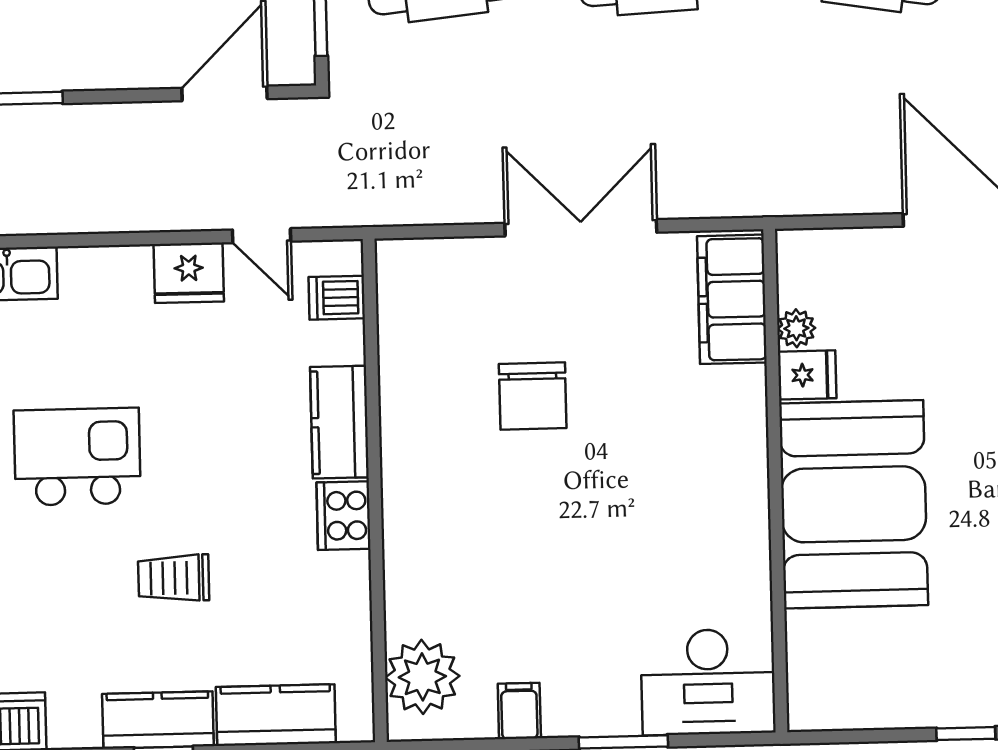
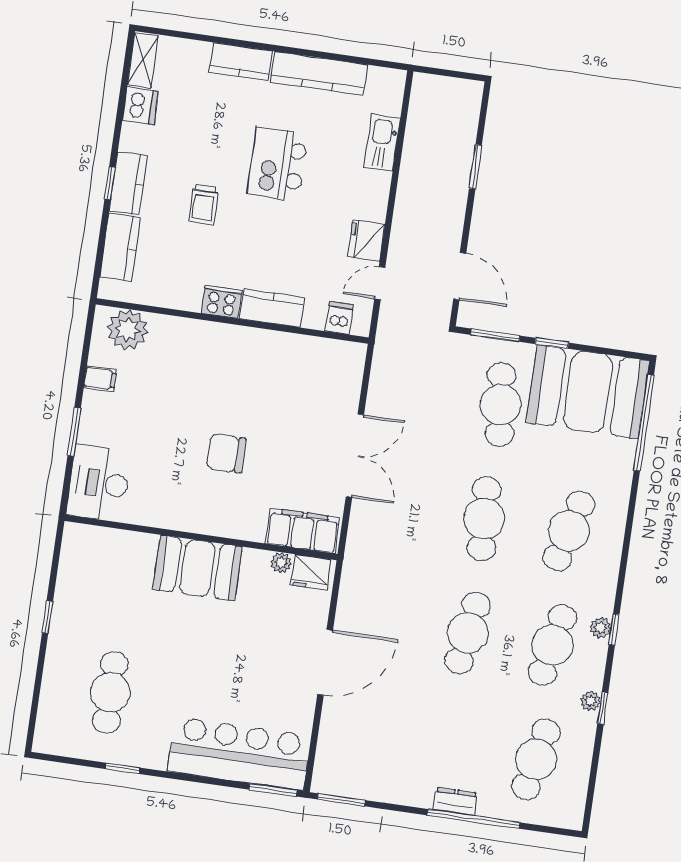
fridge: (807, 375) -> (311, 572), moved, width x1.38
chair: (533, 396) -> (226, 453), moved
kitchen island: (77, 457) -> (278, 164), turned 180
booth: (854, 504) -> (197, 568), width x0.73, depth x0.70
trolley: (174, 578) -> (203, 205), turned 180

